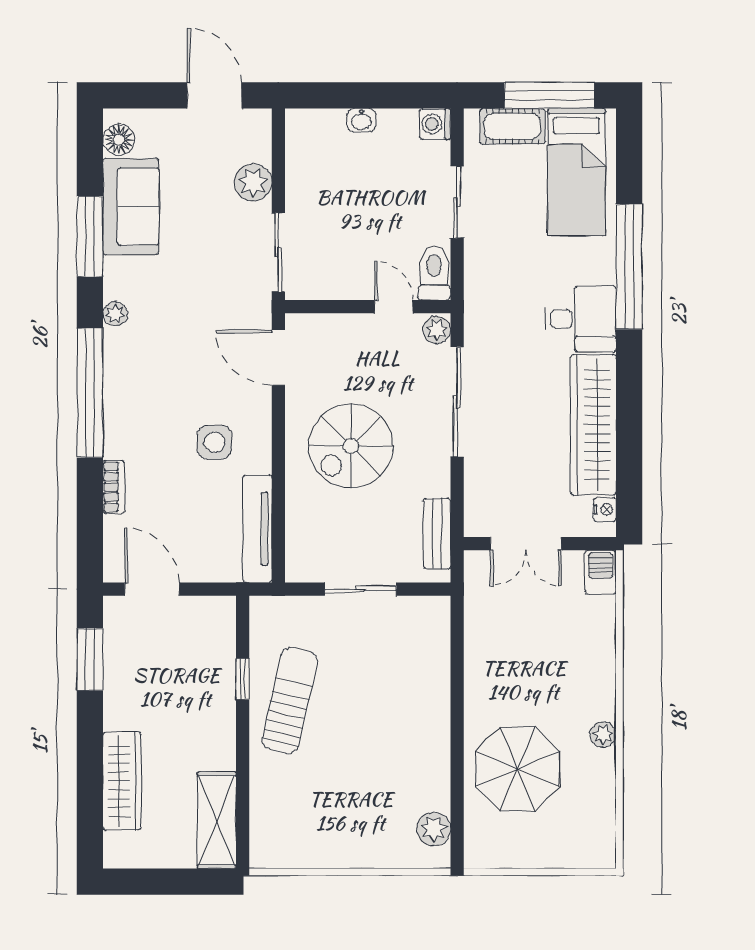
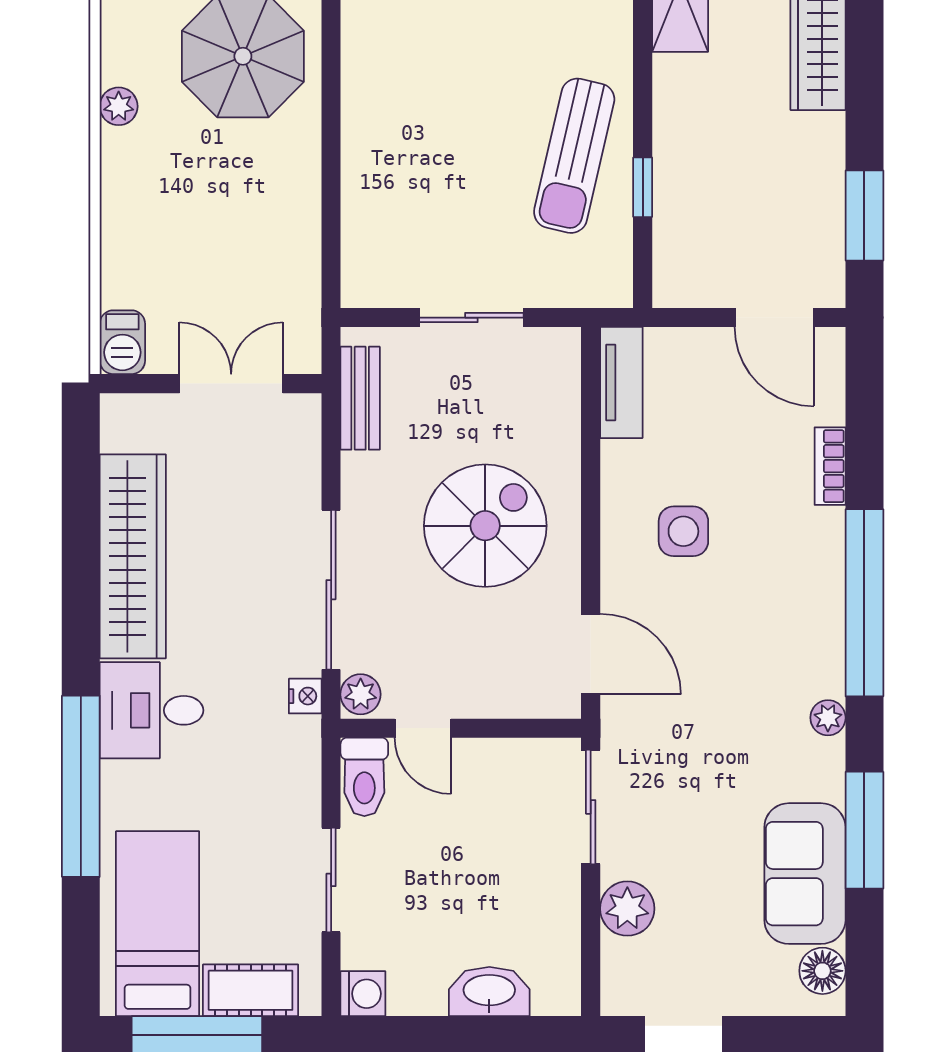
washbasin: (361, 120) -> (489, 992), width x1.91, depth x1.45
nightstand: (605, 510) -> (305, 696), moved, turned 180
tv unit: (257, 529) -> (621, 383), width x0.71

